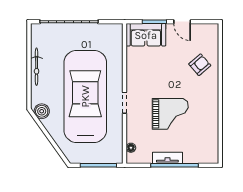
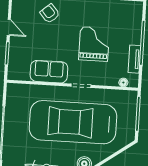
door: (182, 22) -> (9, 28), hinge flipped
sofa: (146, 35) -> (49, 72), moved, turned -90
tv unit: (167, 158) -> (134, 59), moved

